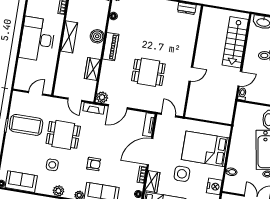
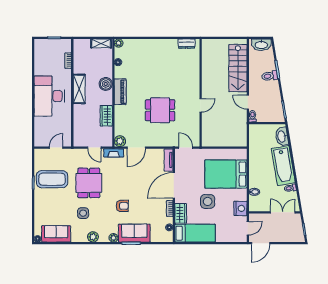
door: (240, 79) -> (248, 102), swing flipped
dining table: (63, 135) -> (89, 183), turned 90

